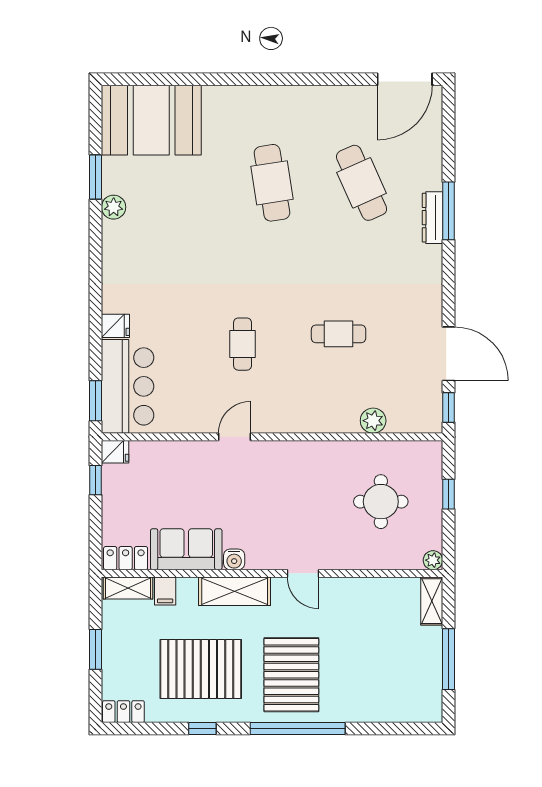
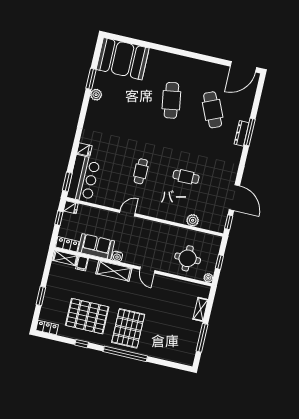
sofa: (186, 549) -> (96, 247), moved
locker: (126, 558) -> (67, 244), moved
water cooler: (234, 559) -> (117, 256), moved
plant: (433, 560) -> (208, 278), moved
wall: (272, 573) -> (133, 267), moved
door: (303, 573) -> (147, 270), moved
shelving: (128, 588) -> (65, 258), moved
filing cabinet: (165, 591) -> (82, 264), moved
shelving: (235, 591) -> (114, 271), moved

